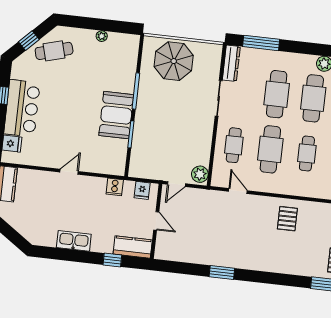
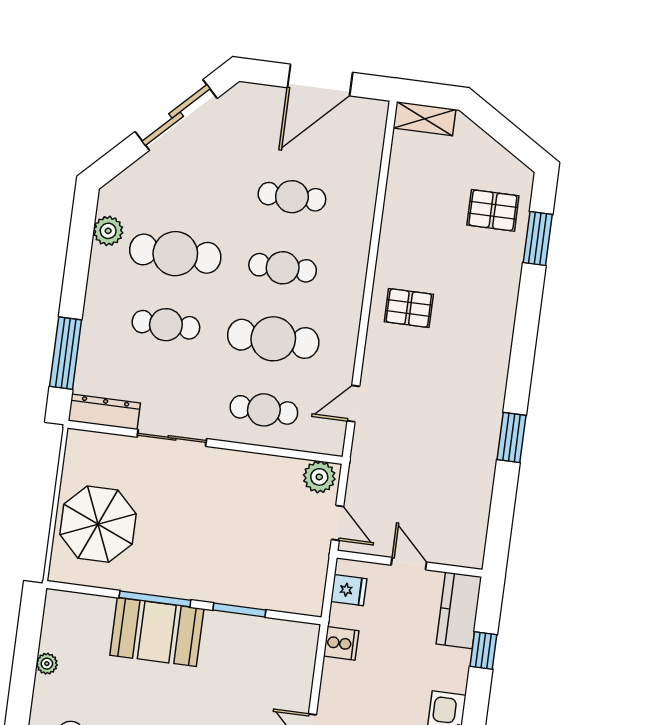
cafe table: (277, 94) -> (166, 325), width x0.73, depth x0.74
booth: (116, 115) -> (157, 632), moved
door: (156, 221) -> (409, 564), hinge flipped

